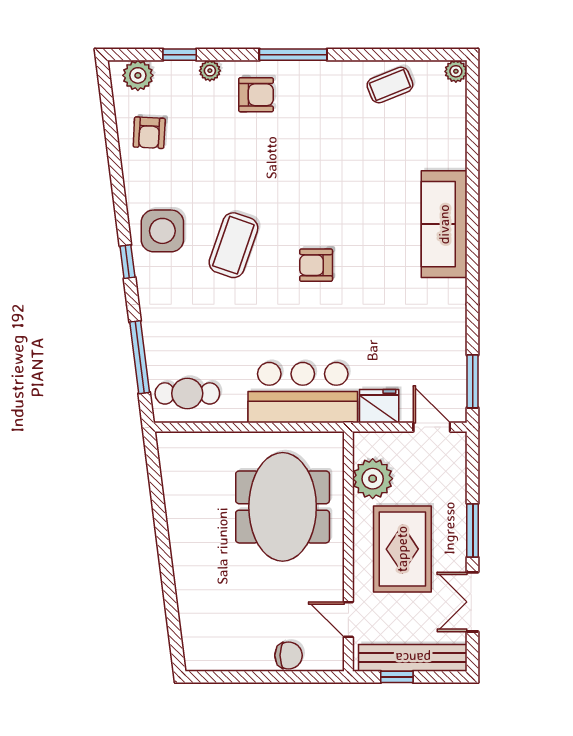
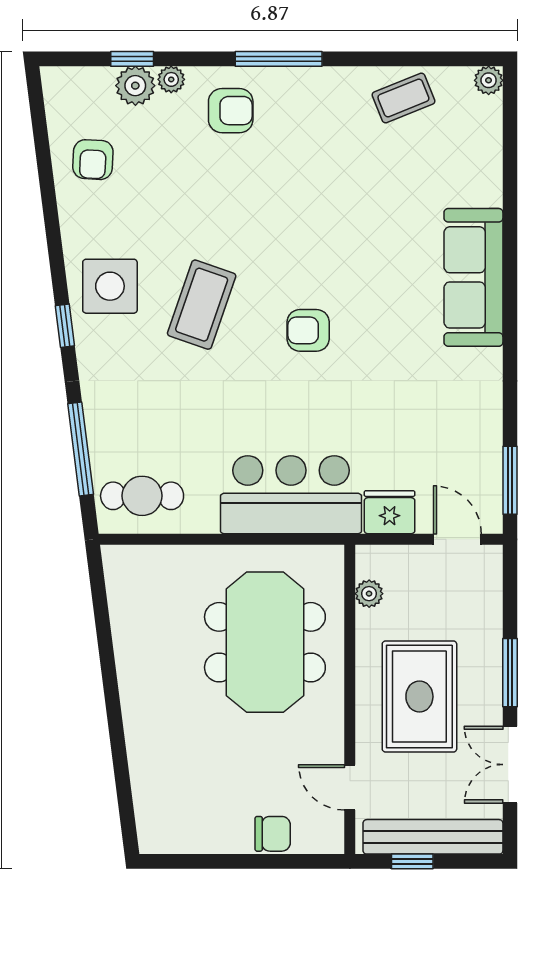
plant: (138, 75) -> (135, 86), moved
plant: (373, 479) -> (369, 594), width x0.53, depth x0.53

